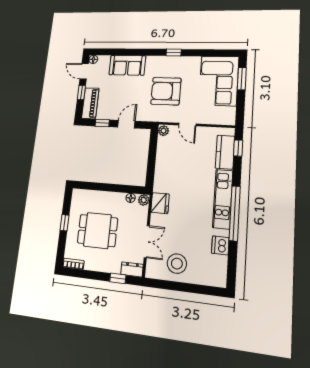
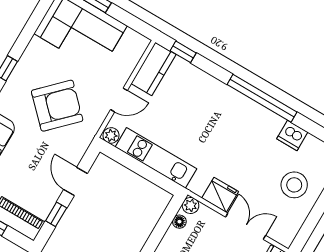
armchair: (166, 91) -> (57, 106), turned -135
kitchen counter: (225, 152) -> (153, 69), moved, turned -90
kitchen unit: (223, 199) -> (156, 158), moved, turned 180
fridge: (160, 203) -> (220, 195), moved
stool: (177, 264) -> (294, 185), moved

